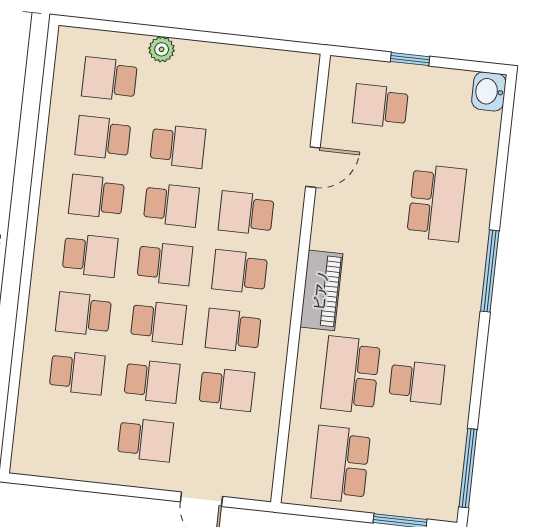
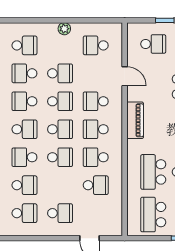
plant: (162, 49) -> (64, 29), moved
school desk: (110, 79) -> (24, 45), turned 180
school desk: (259, 96) -> (96, 45), added
school desk: (380, 106) -> (153, 44), turned 180
door: (313, 167) -> (125, 76), hinge flipped
piano: (321, 290) -> (135, 120), moved
school desk: (152, 381) -> (24, 213), moved

